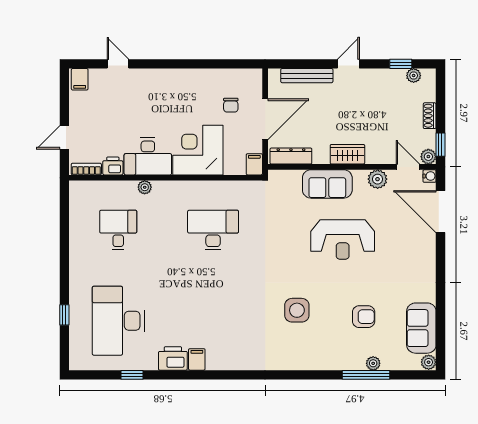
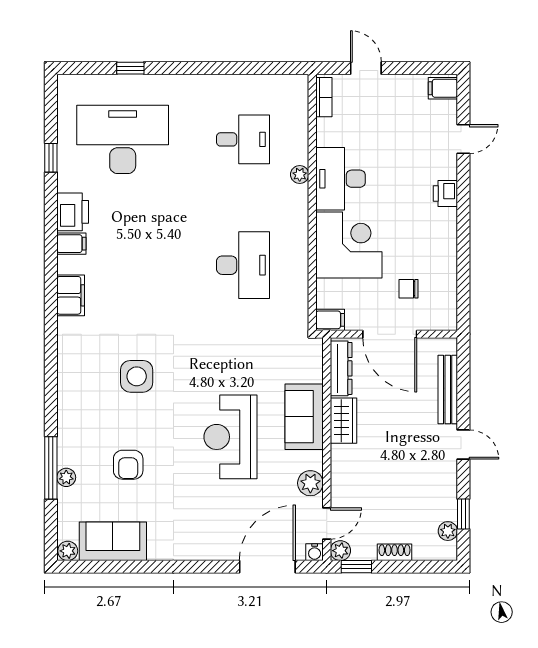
wardrobe: (347, 154) -> (343, 421), moved
printer: (113, 166) -> (445, 193), moved, turned 180
filing cabinet: (236, 360) -> (71, 295), added

